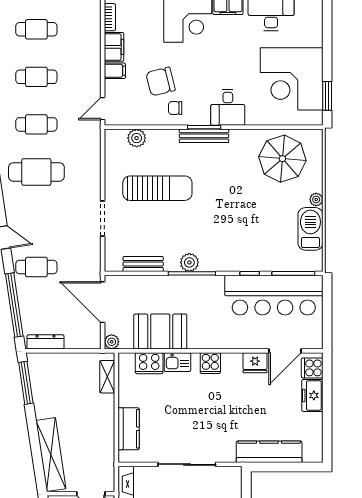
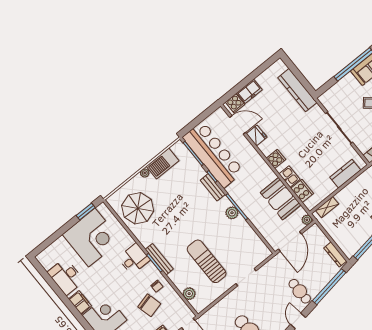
bench: (143, 264) -> (213, 187), moved

